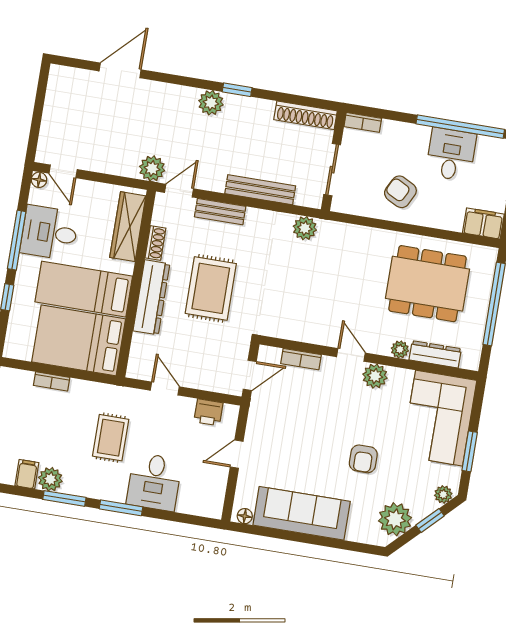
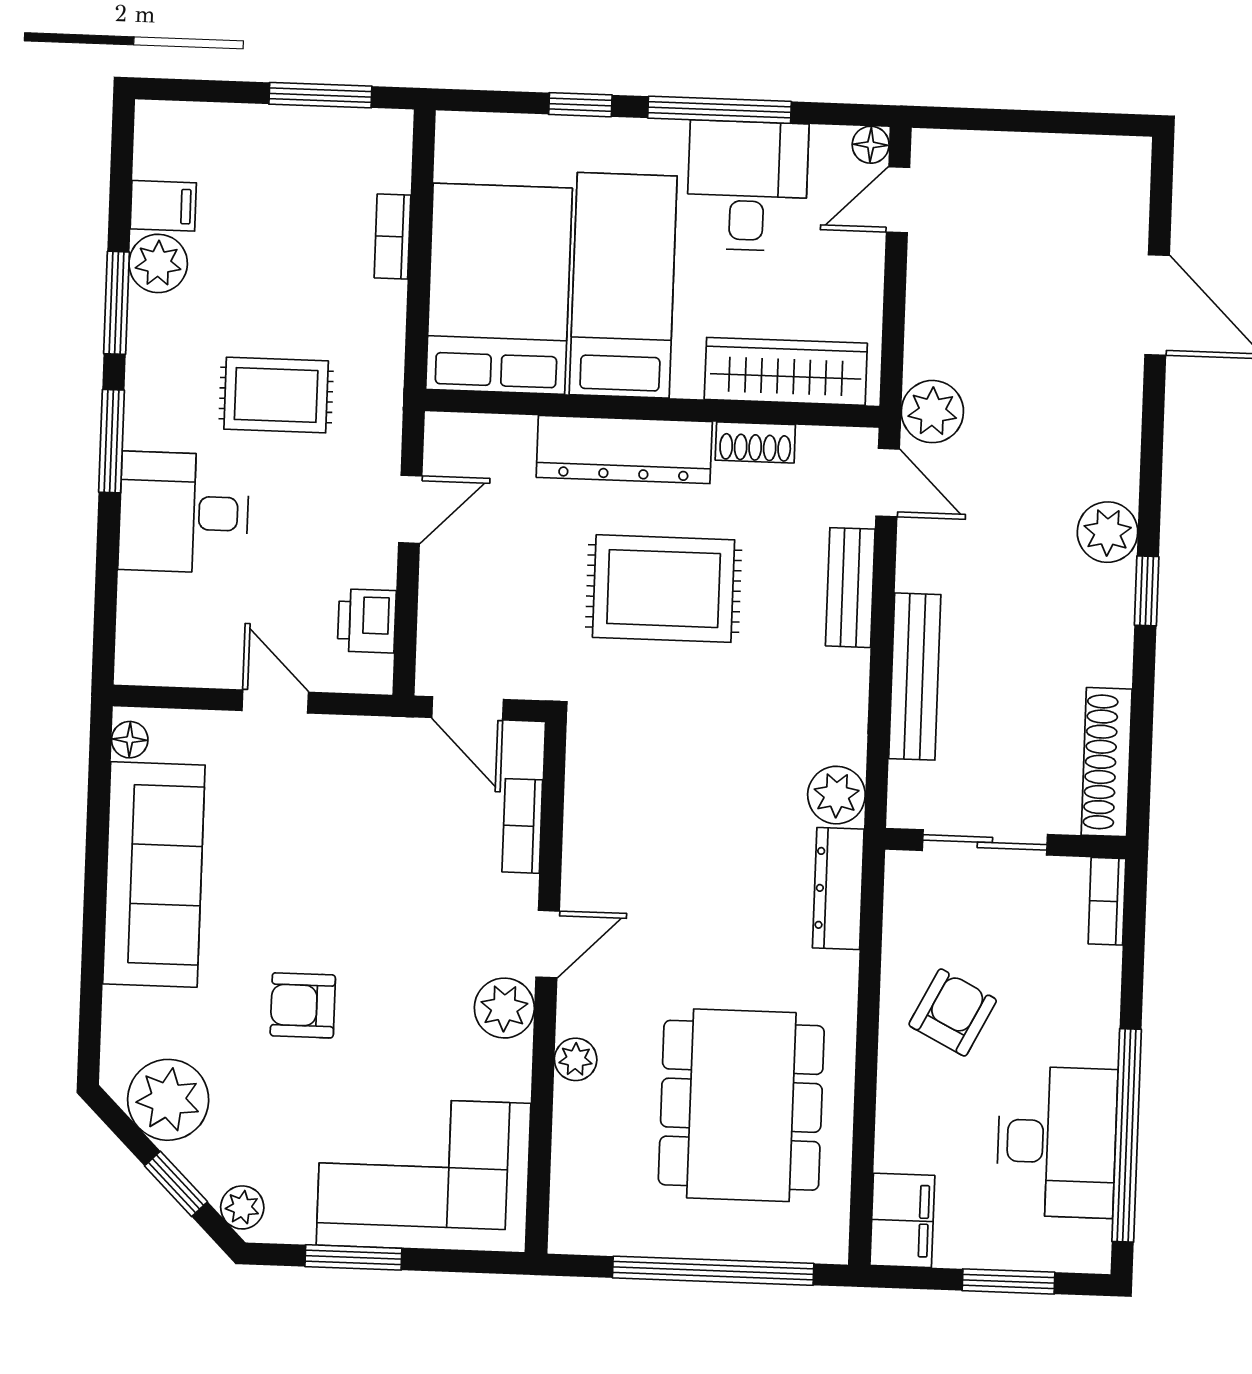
desk: (451, 154) -> (1057, 1142), width x1.37
dresser: (435, 354) -> (838, 889), moved, turned 180

